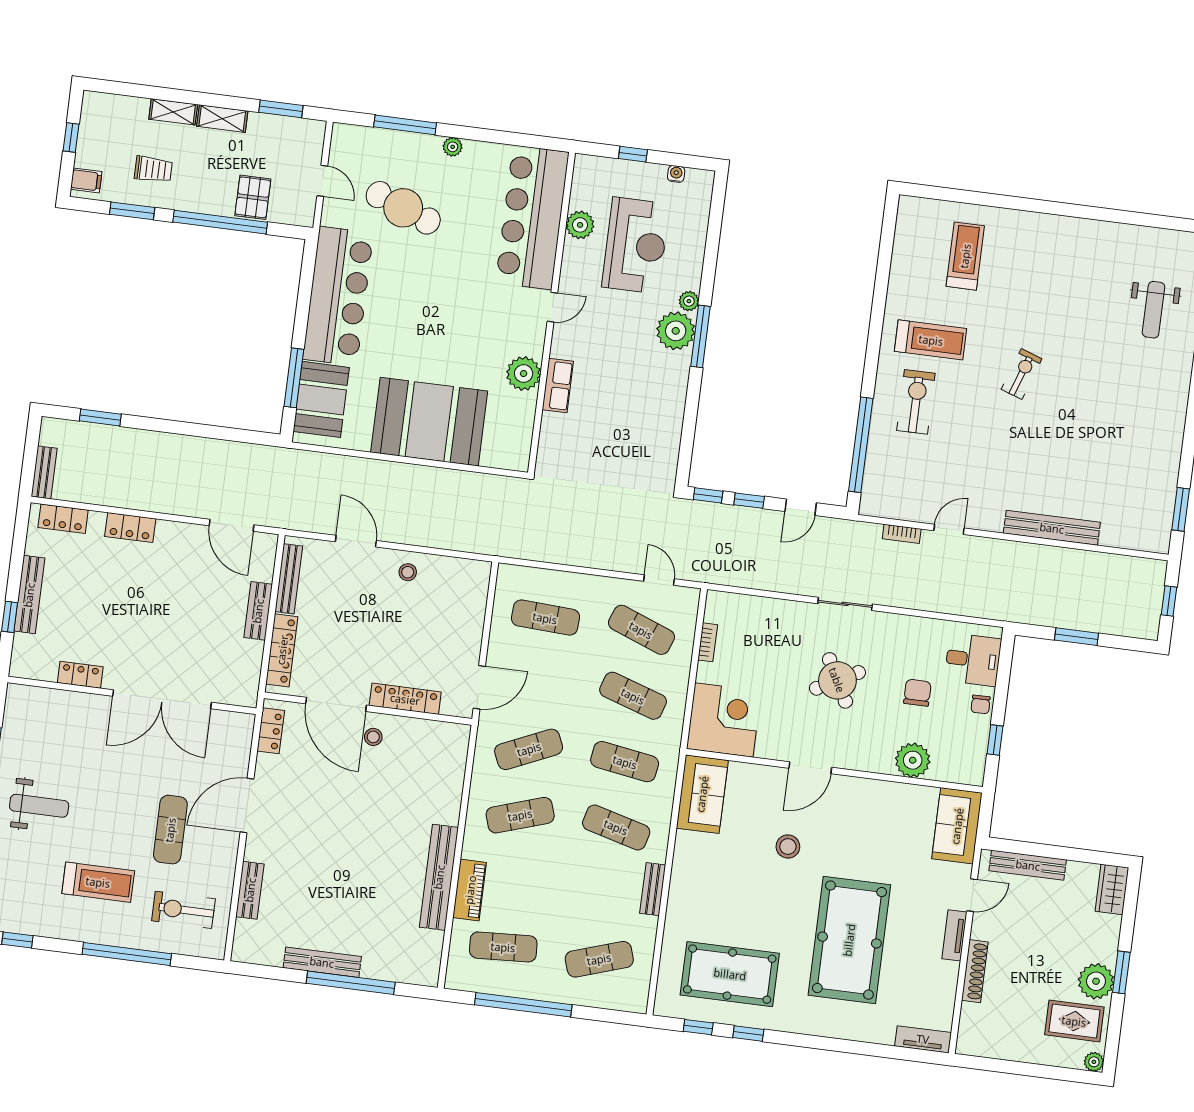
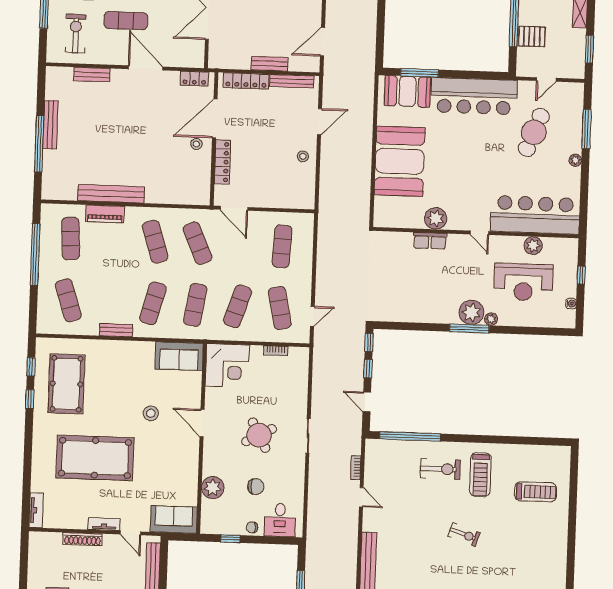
exercise mat: (641, 630) -> (280, 308), turned -33

